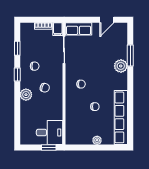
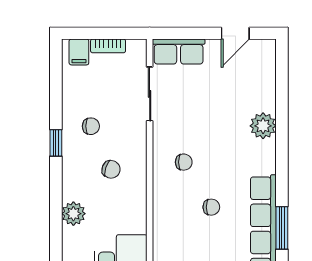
filing cabinet: (58, 29) -> (79, 52), moved
window: (17, 48) -> (56, 90), removed
window: (130, 55) -> (282, 228), moved
plant: (26, 95) -> (73, 214), moved

